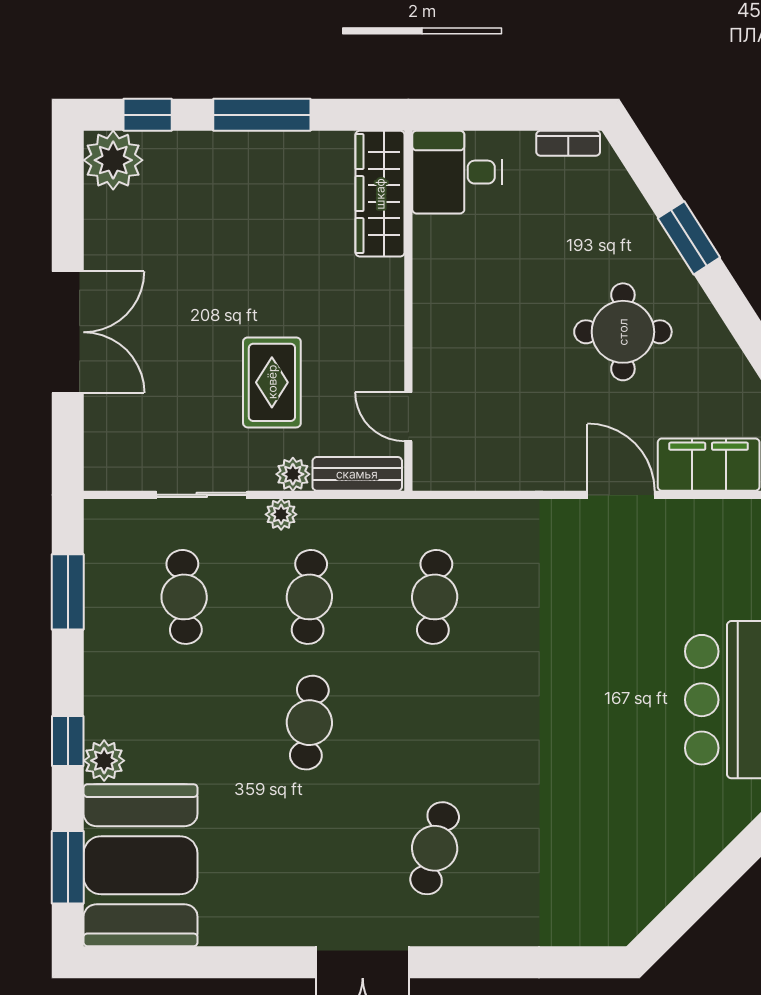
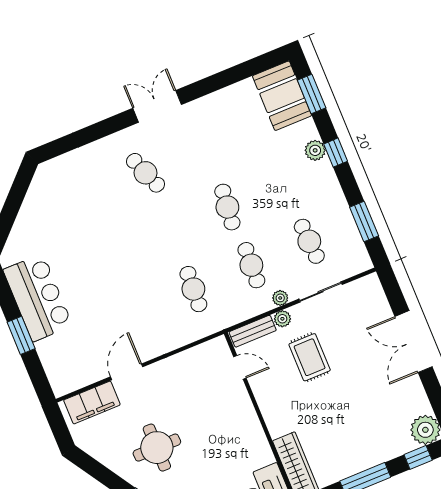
door: (621, 495) -> (127, 372), swing flipped
cafe table: (435, 848) -> (146, 173), turned -36
booth: (141, 865) -> (282, 96), width x0.73, depth x0.70

